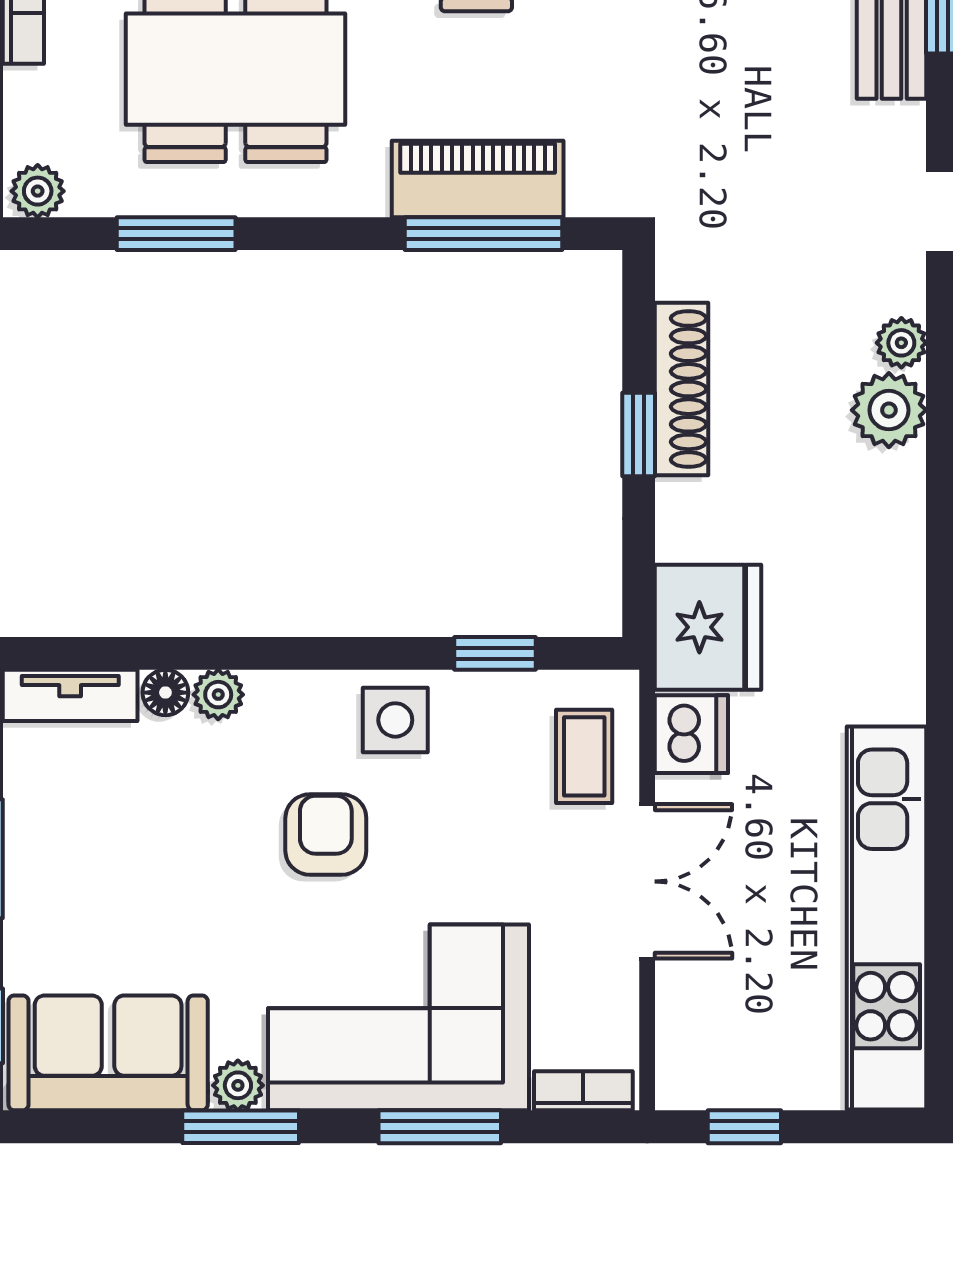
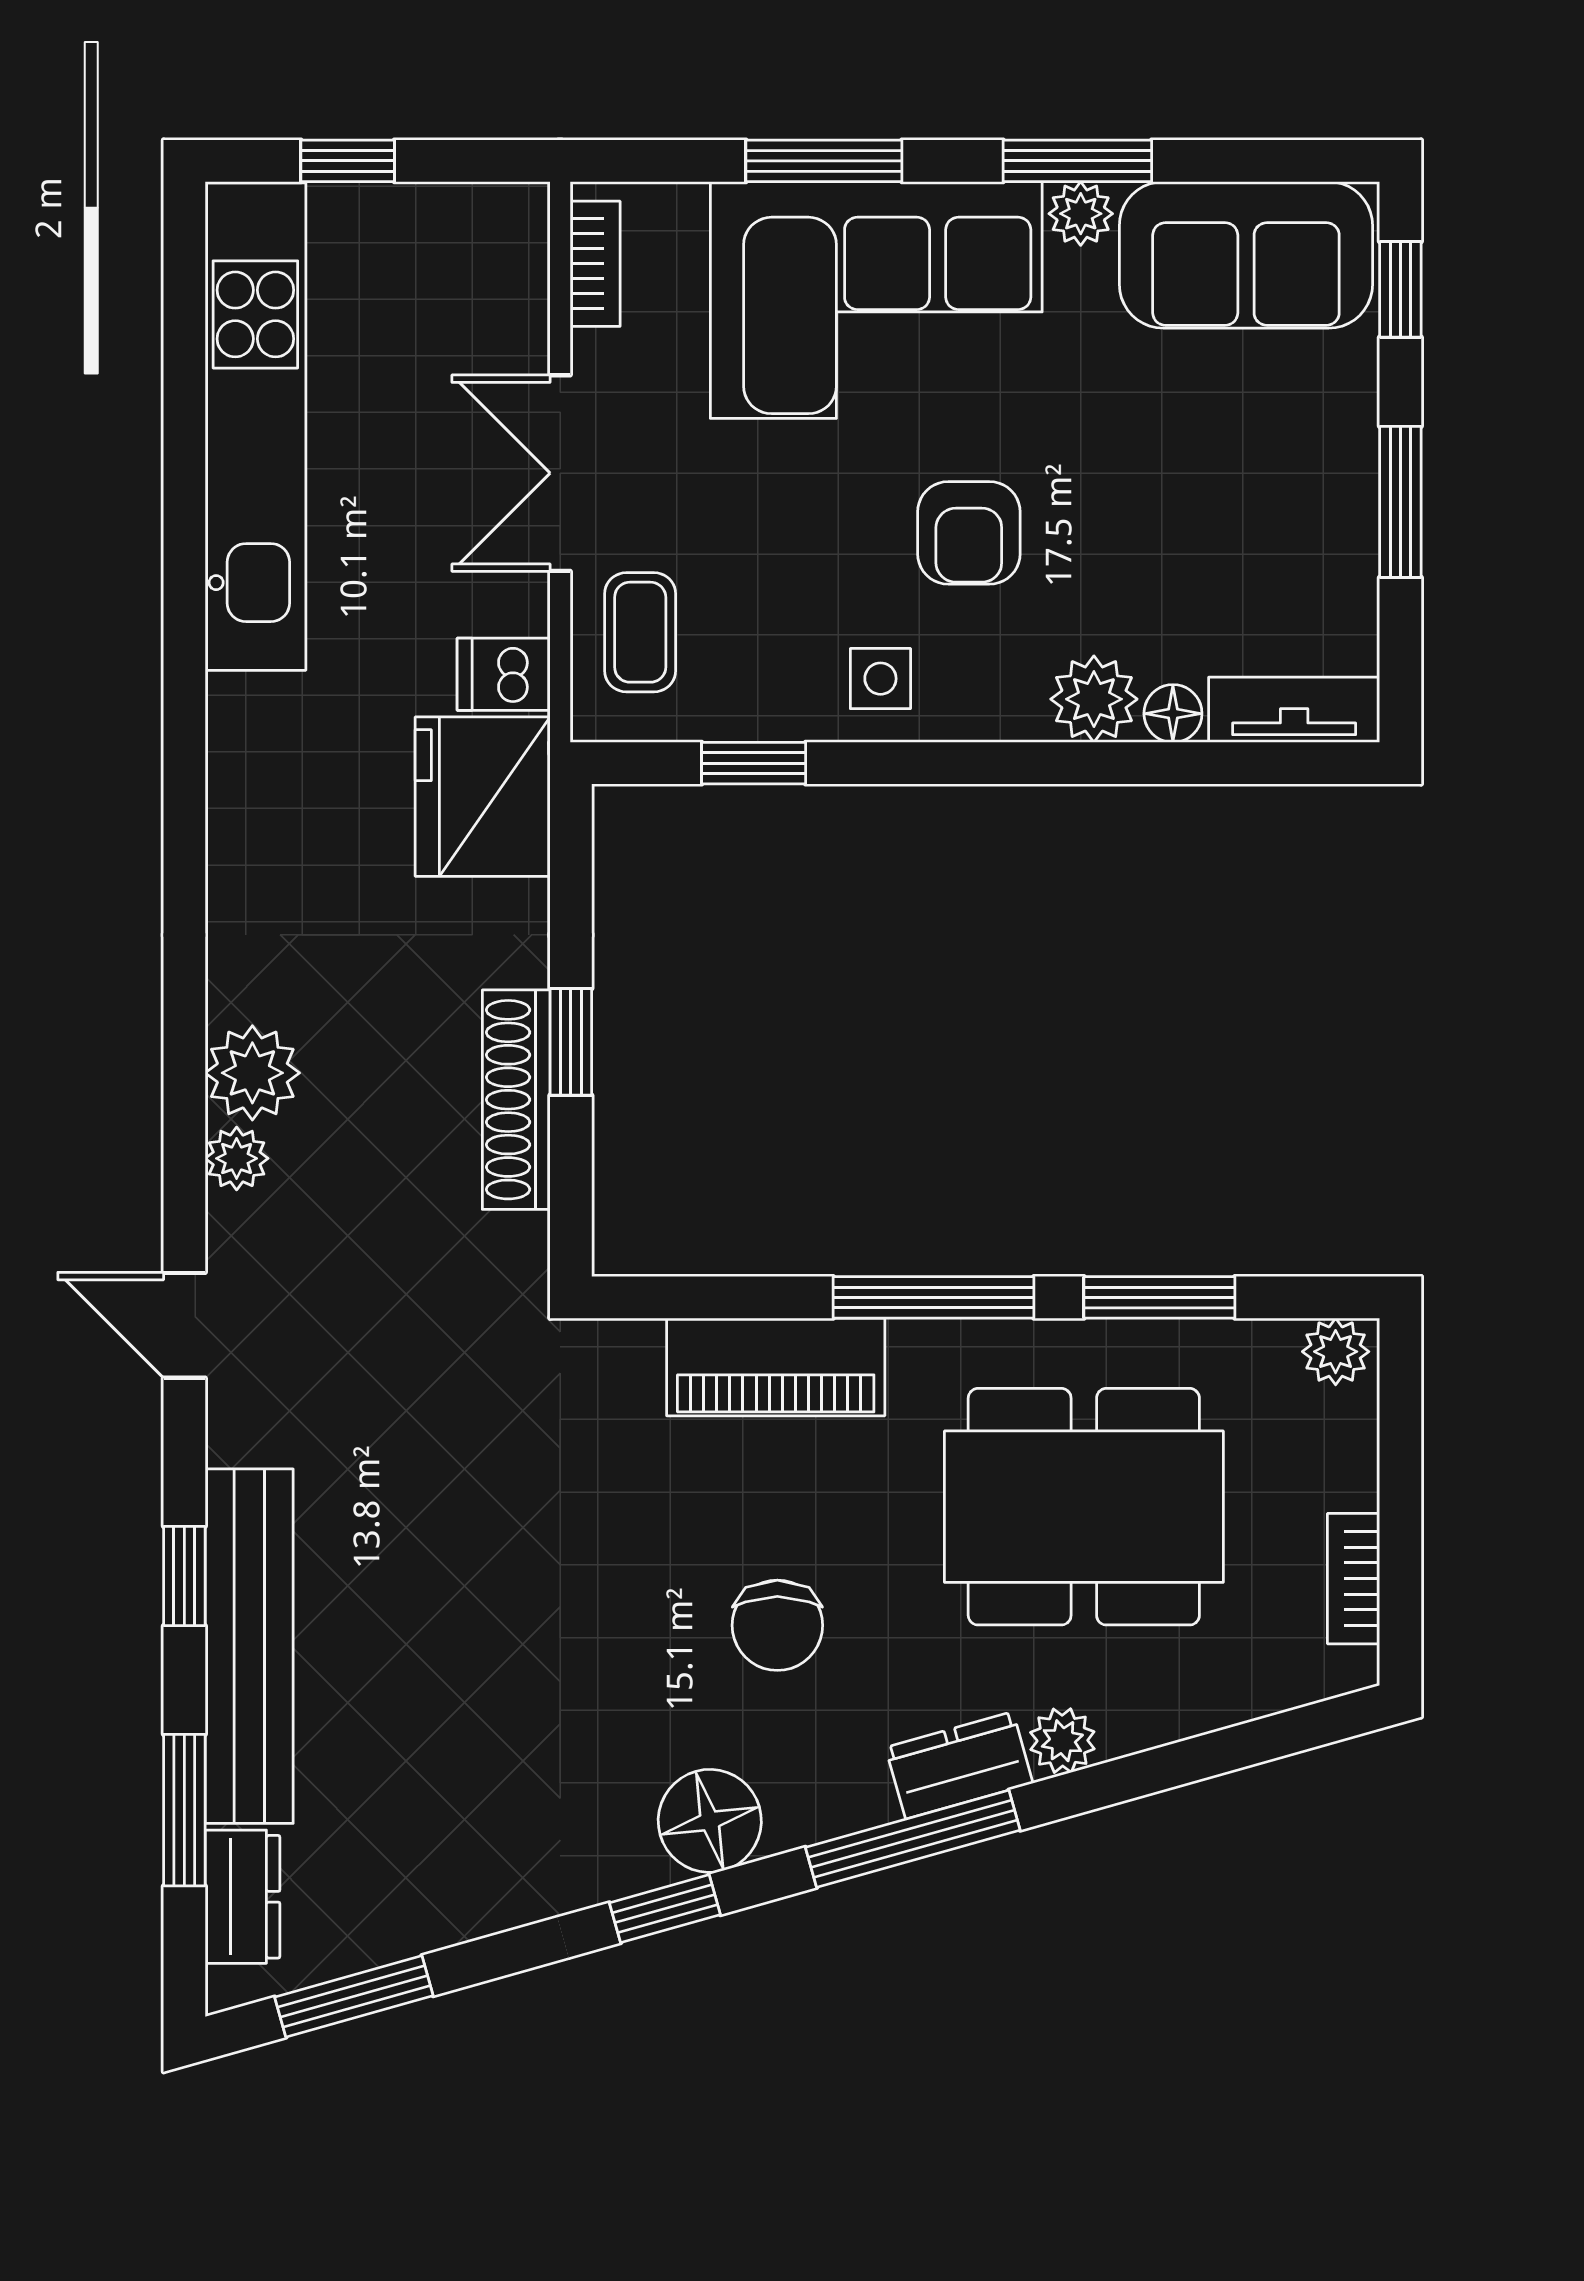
window: (483, 234) -> (933, 1297), moved
plant: (218, 695) -> (1094, 699), width x1.38, depth x1.38
side table: (395, 720) -> (880, 679), width x0.73, depth x0.73
dishwasher: (691, 734) -> (504, 674), width x0.73
bookcase: (583, 1091) -> (595, 264), moved, turned -90
window: (744, 1127) -> (348, 161), moved

